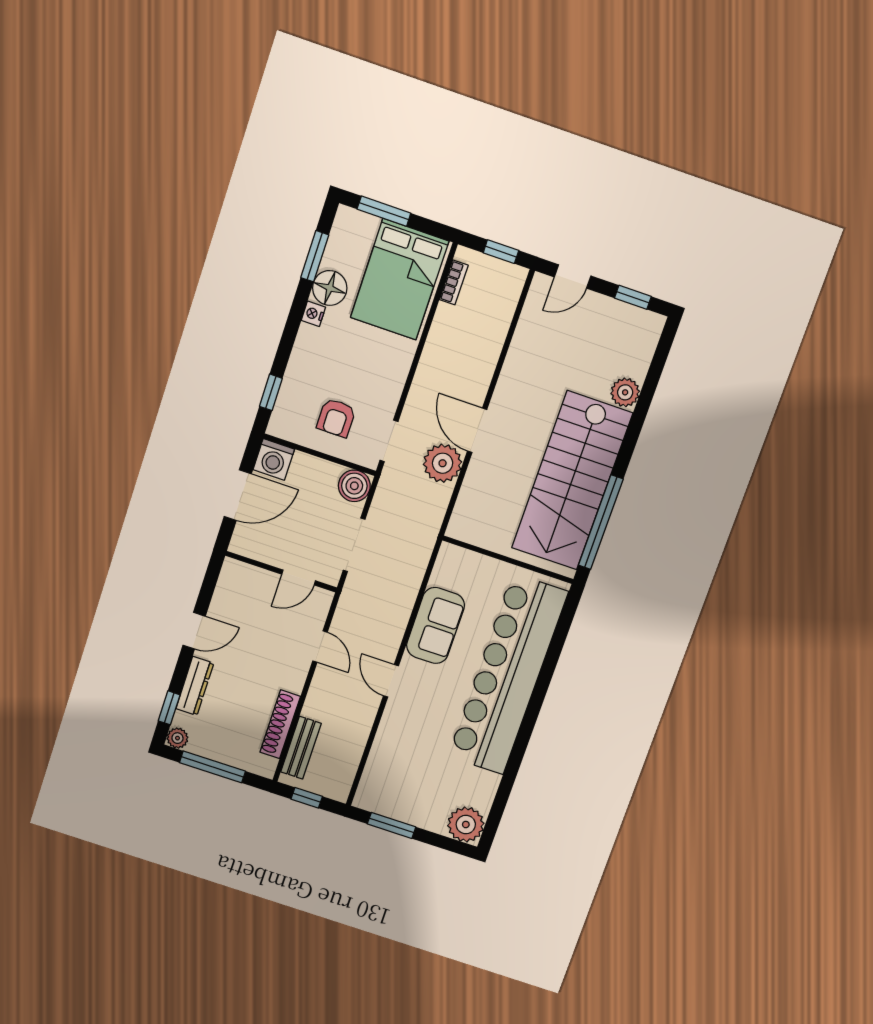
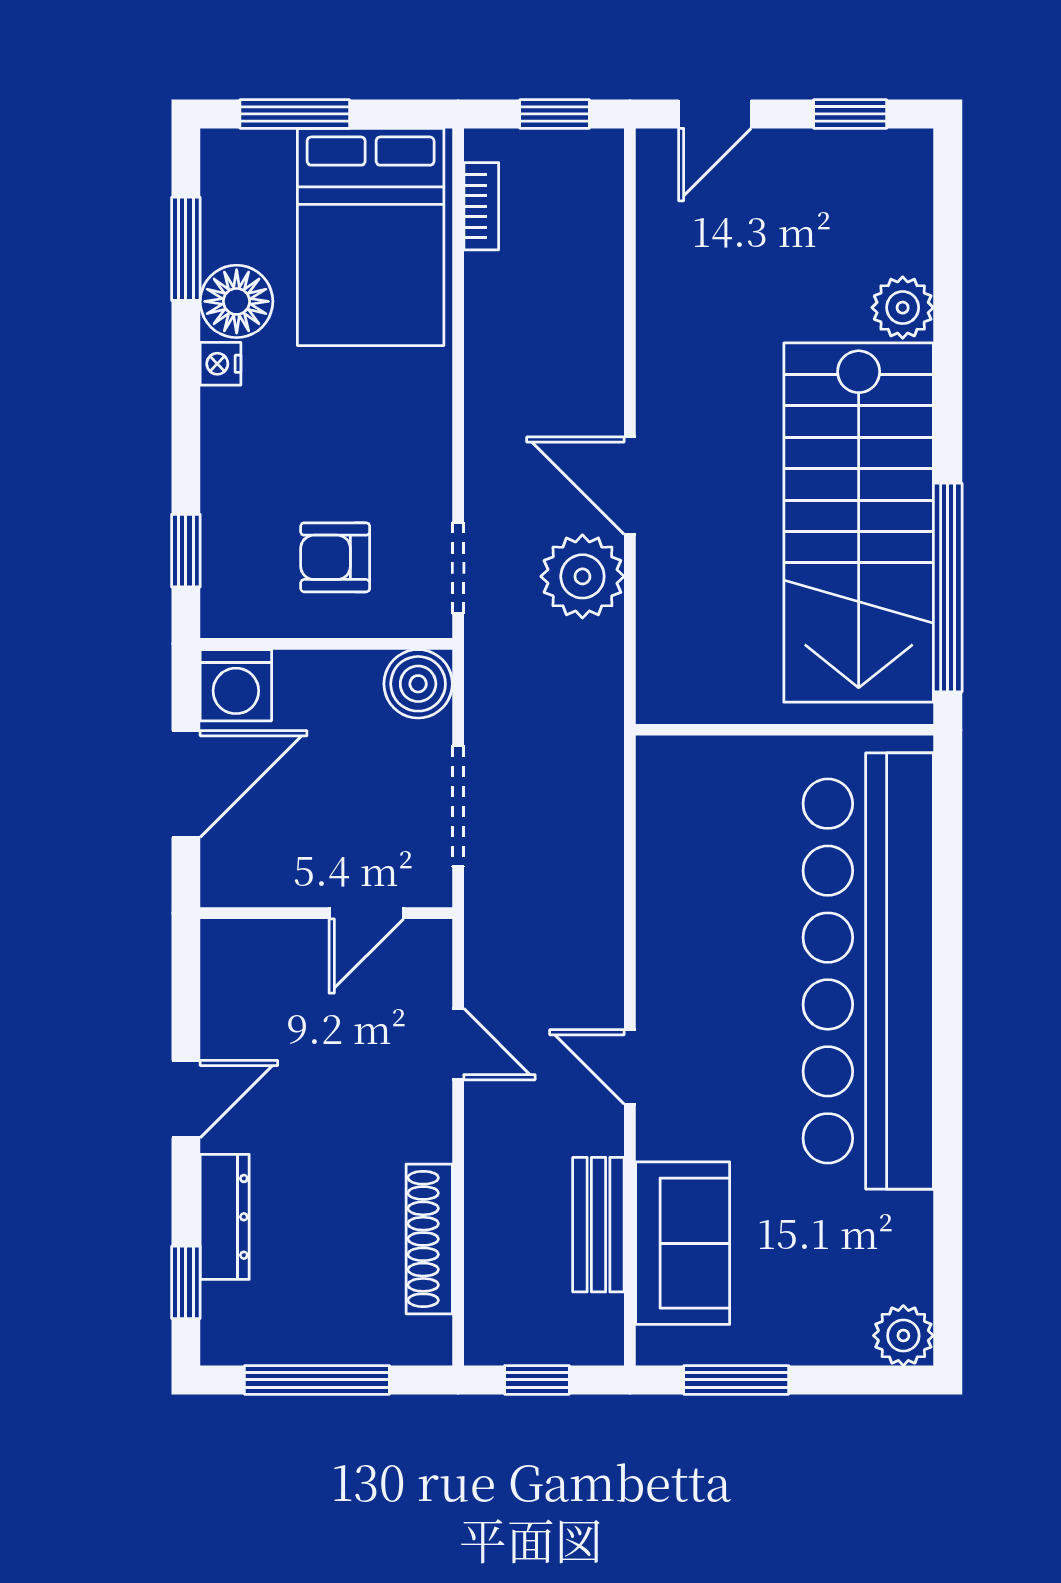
armchair: (336, 418) -> (335, 557), turned 90
sofa: (435, 626) -> (683, 1243), moved
plant: (177, 738) -> (224, 1342), removed
bench: (301, 748) -> (598, 1225), moved
plant: (466, 825) -> (903, 1336), width x0.73, depth x0.73

